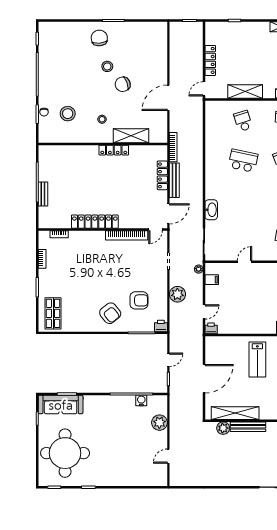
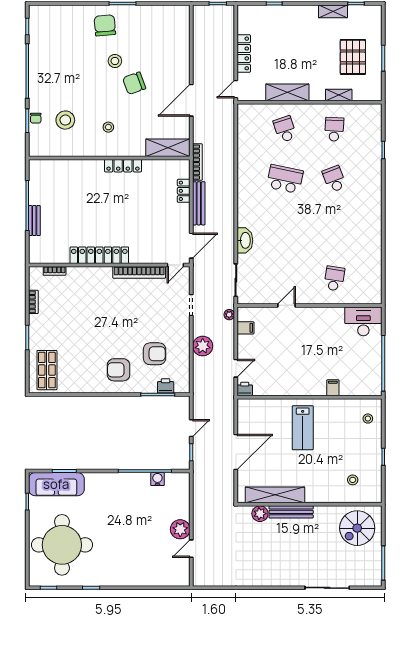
shelving: (131, 136) -> (168, 148), moved
locker: (162, 175) -> (184, 191), width x0.66
armchair: (110, 313) -> (119, 370), turned 129
printer: (161, 326) -> (166, 386), moved
plant: (159, 423) -> (180, 529), moved

